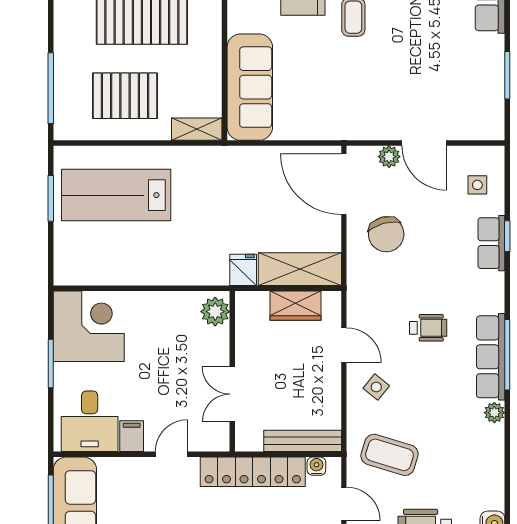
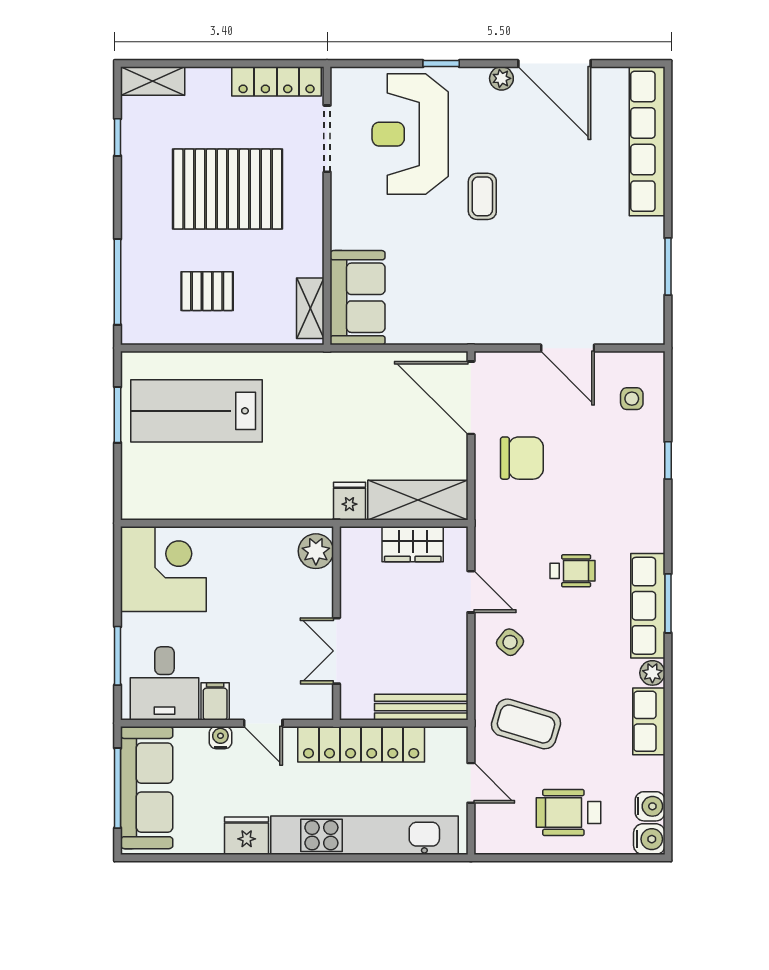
sofa: (250, 87) -> (358, 298), width x0.73
pallet: (125, 96) -> (207, 291), width x0.67, depth x0.71
shelving: (197, 129) -> (310, 308), moved, turned 90
plant: (389, 157) -> (525, 364), removed
chair: (386, 234) -> (522, 458), turned -75
row of seats: (491, 243) -> (649, 721), moved
window: (507, 355) -> (668, 603), width x0.69
window: (51, 364) -> (118, 656), moved
door: (171, 454) -> (263, 723), swing flipped
water cooler: (316, 466) -> (220, 738), moved

